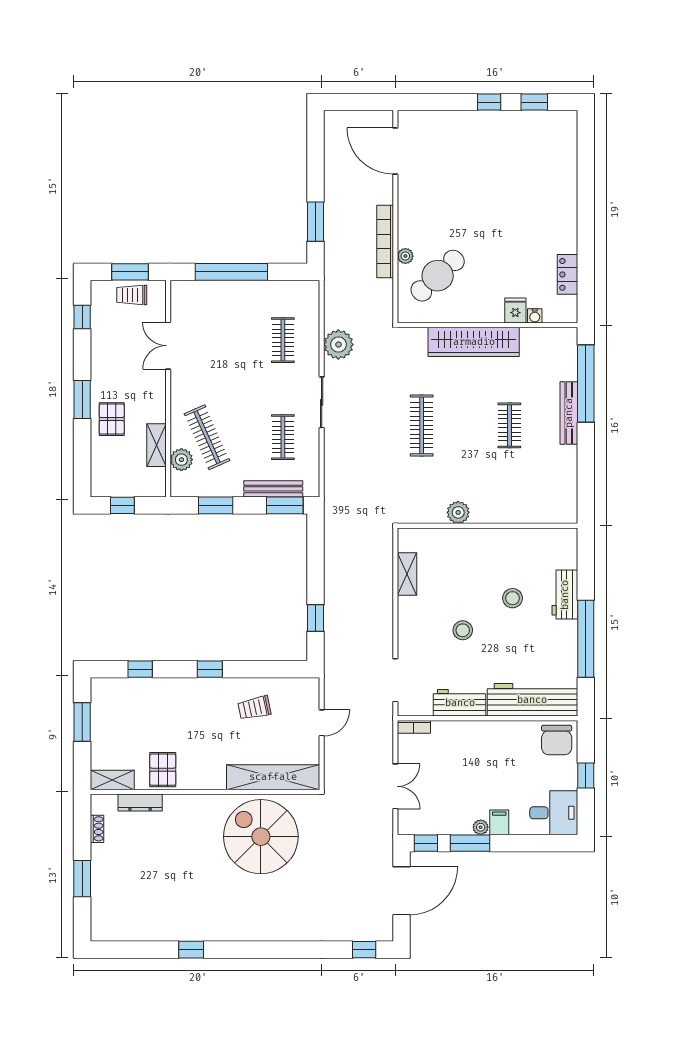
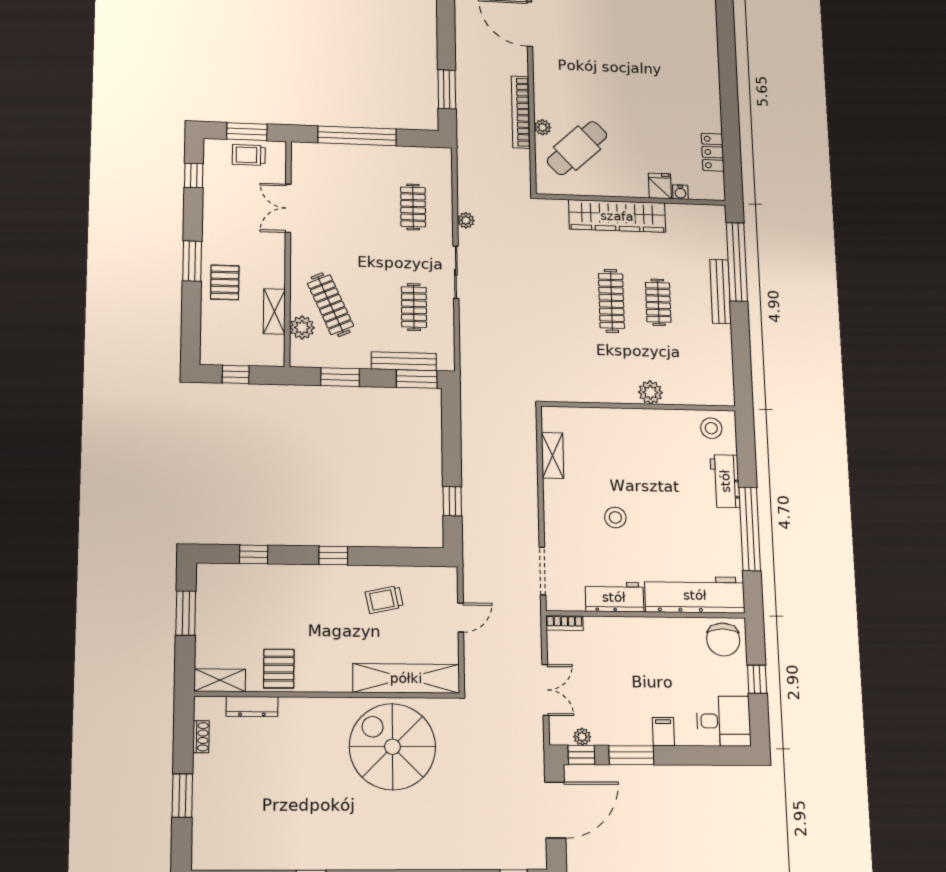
plant: (338, 345) -> (466, 220), width x0.53, depth x0.53
clothes rail: (422, 425) -> (611, 301), moved
plant: (458, 512) -> (650, 392), moved
stool: (512, 598) -> (711, 428), moved
plant: (481, 827) -> (582, 737), moved

